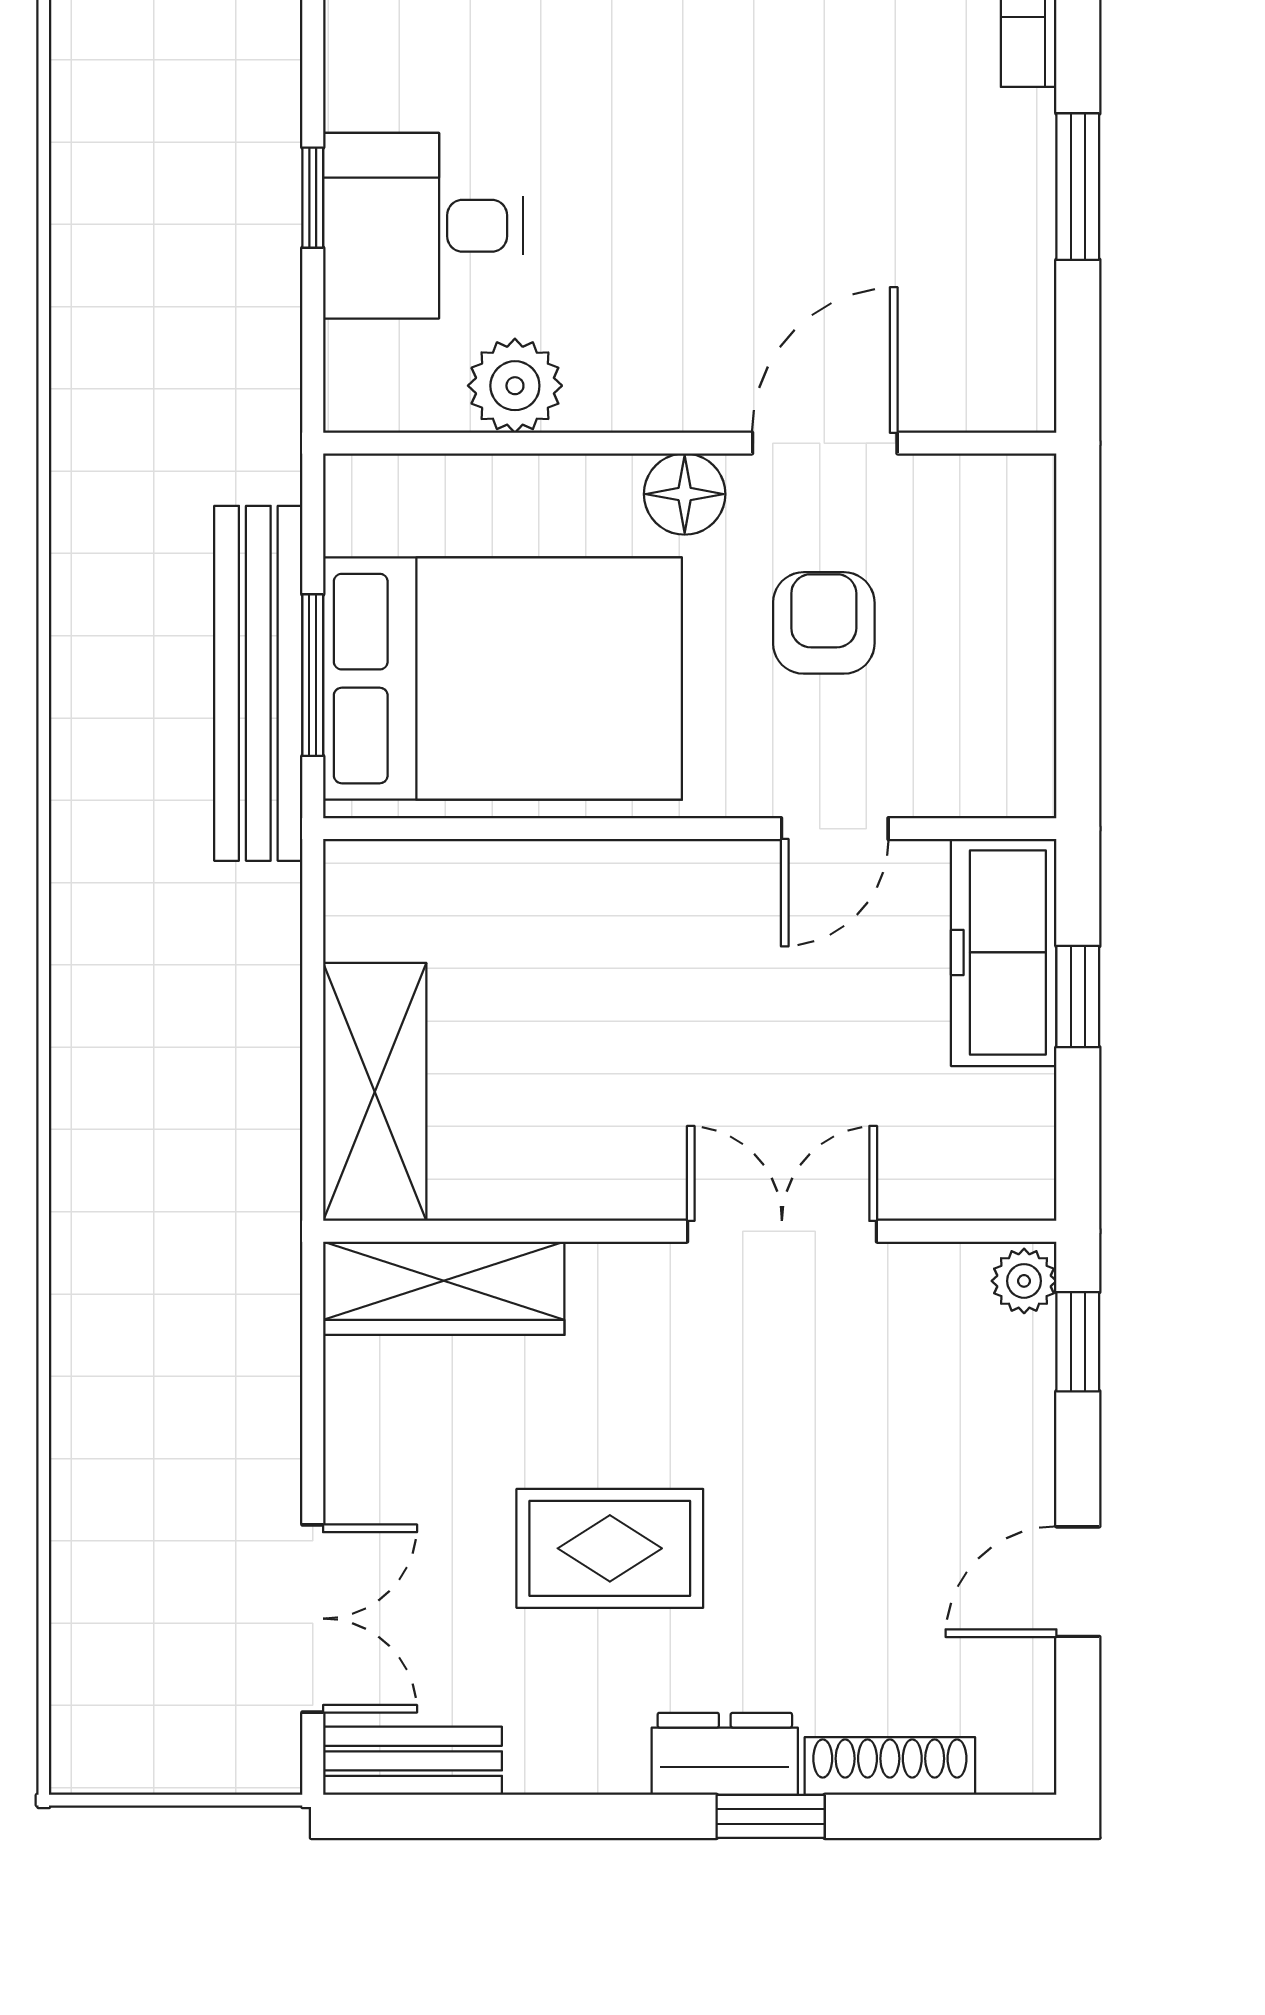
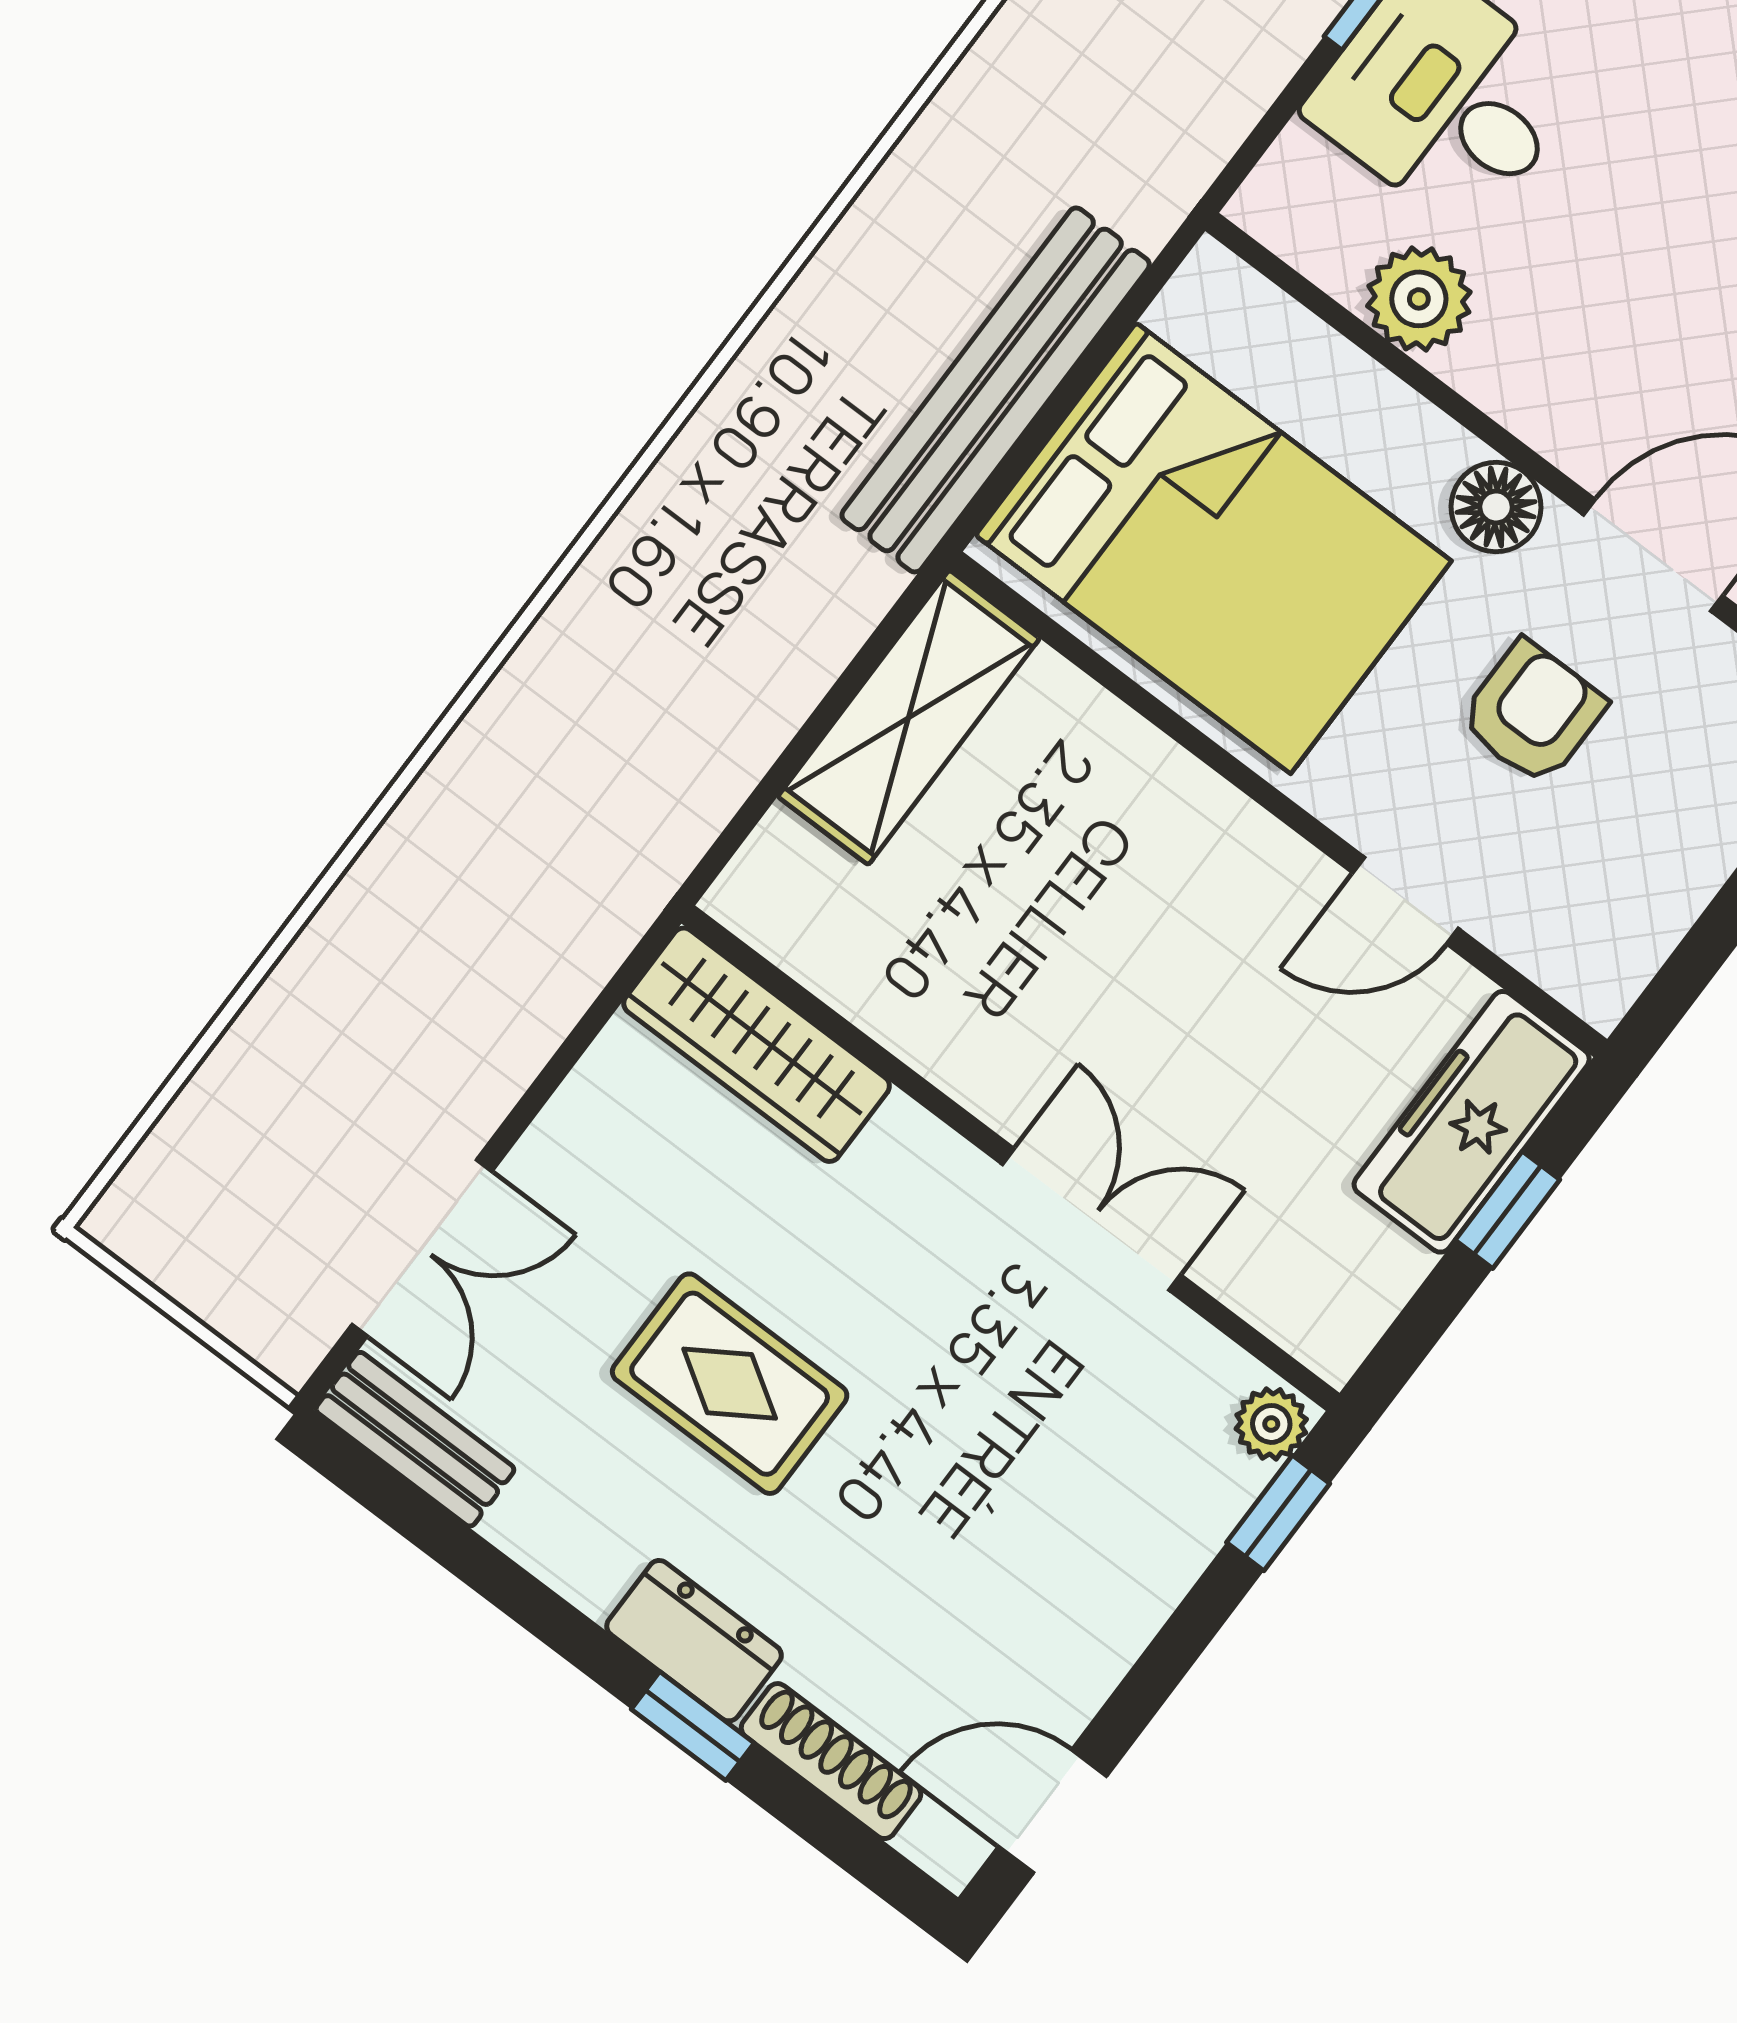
window: (313, 675) -> (1049, 419), removed
shelving: (375, 1092) -> (909, 717), moved
door: (1078, 1582) -> (1053, 1811), moved

